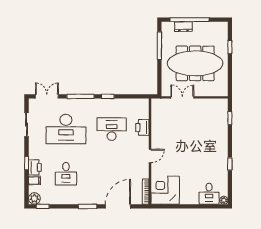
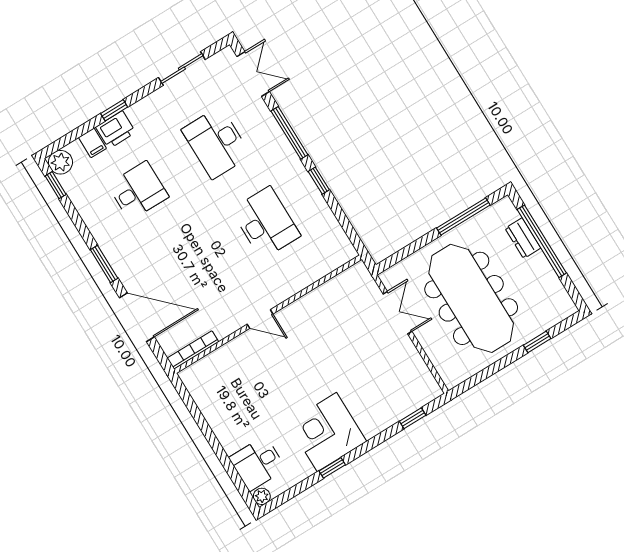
printer: (142, 128) -> (302, 275), removed
desk: (66, 129) -> (216, 143), width x0.73, depth x0.77
desk: (66, 174) -> (138, 191), turned 180
corner desk: (165, 190) -> (327, 432), moved, turned -90

